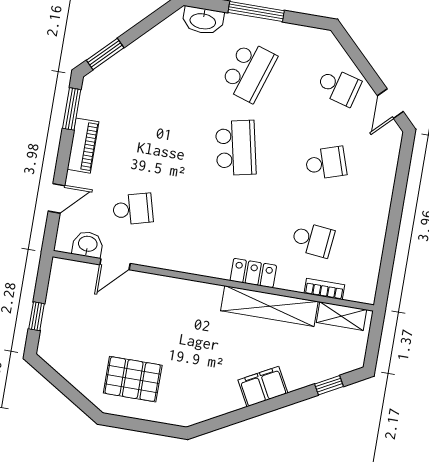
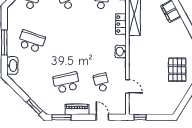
school desk: (236, 148) -> (66, 82), moved
washbasin: (88, 244) -> (121, 52), moved
window: (37, 316) -> (140, 117), moved

